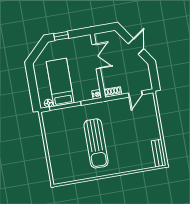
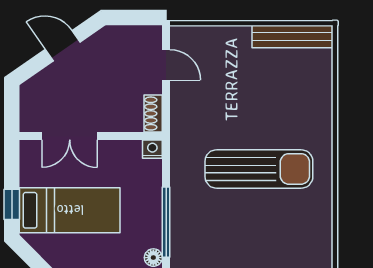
double door: (96, 56) -> (70, 136), swing flipped
bed: (60, 82) -> (70, 210), moved, turned 180
bench: (159, 153) -> (293, 36), width x1.36

